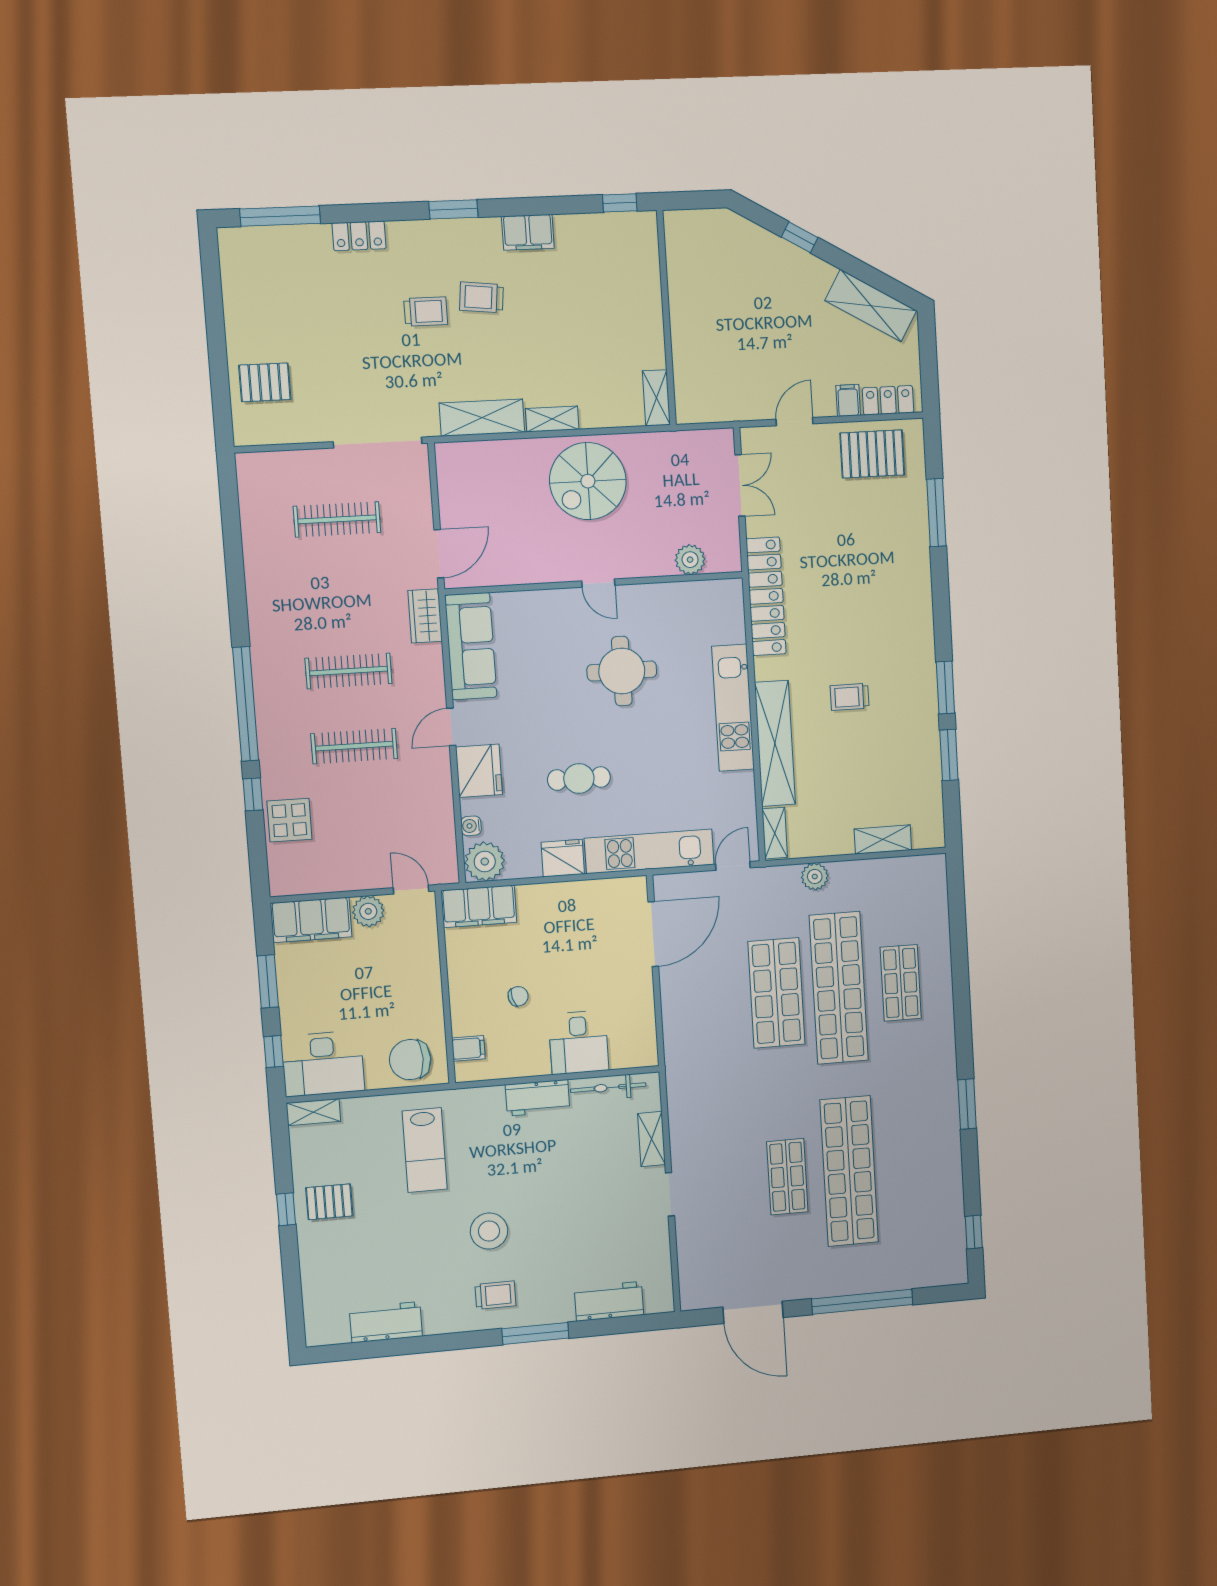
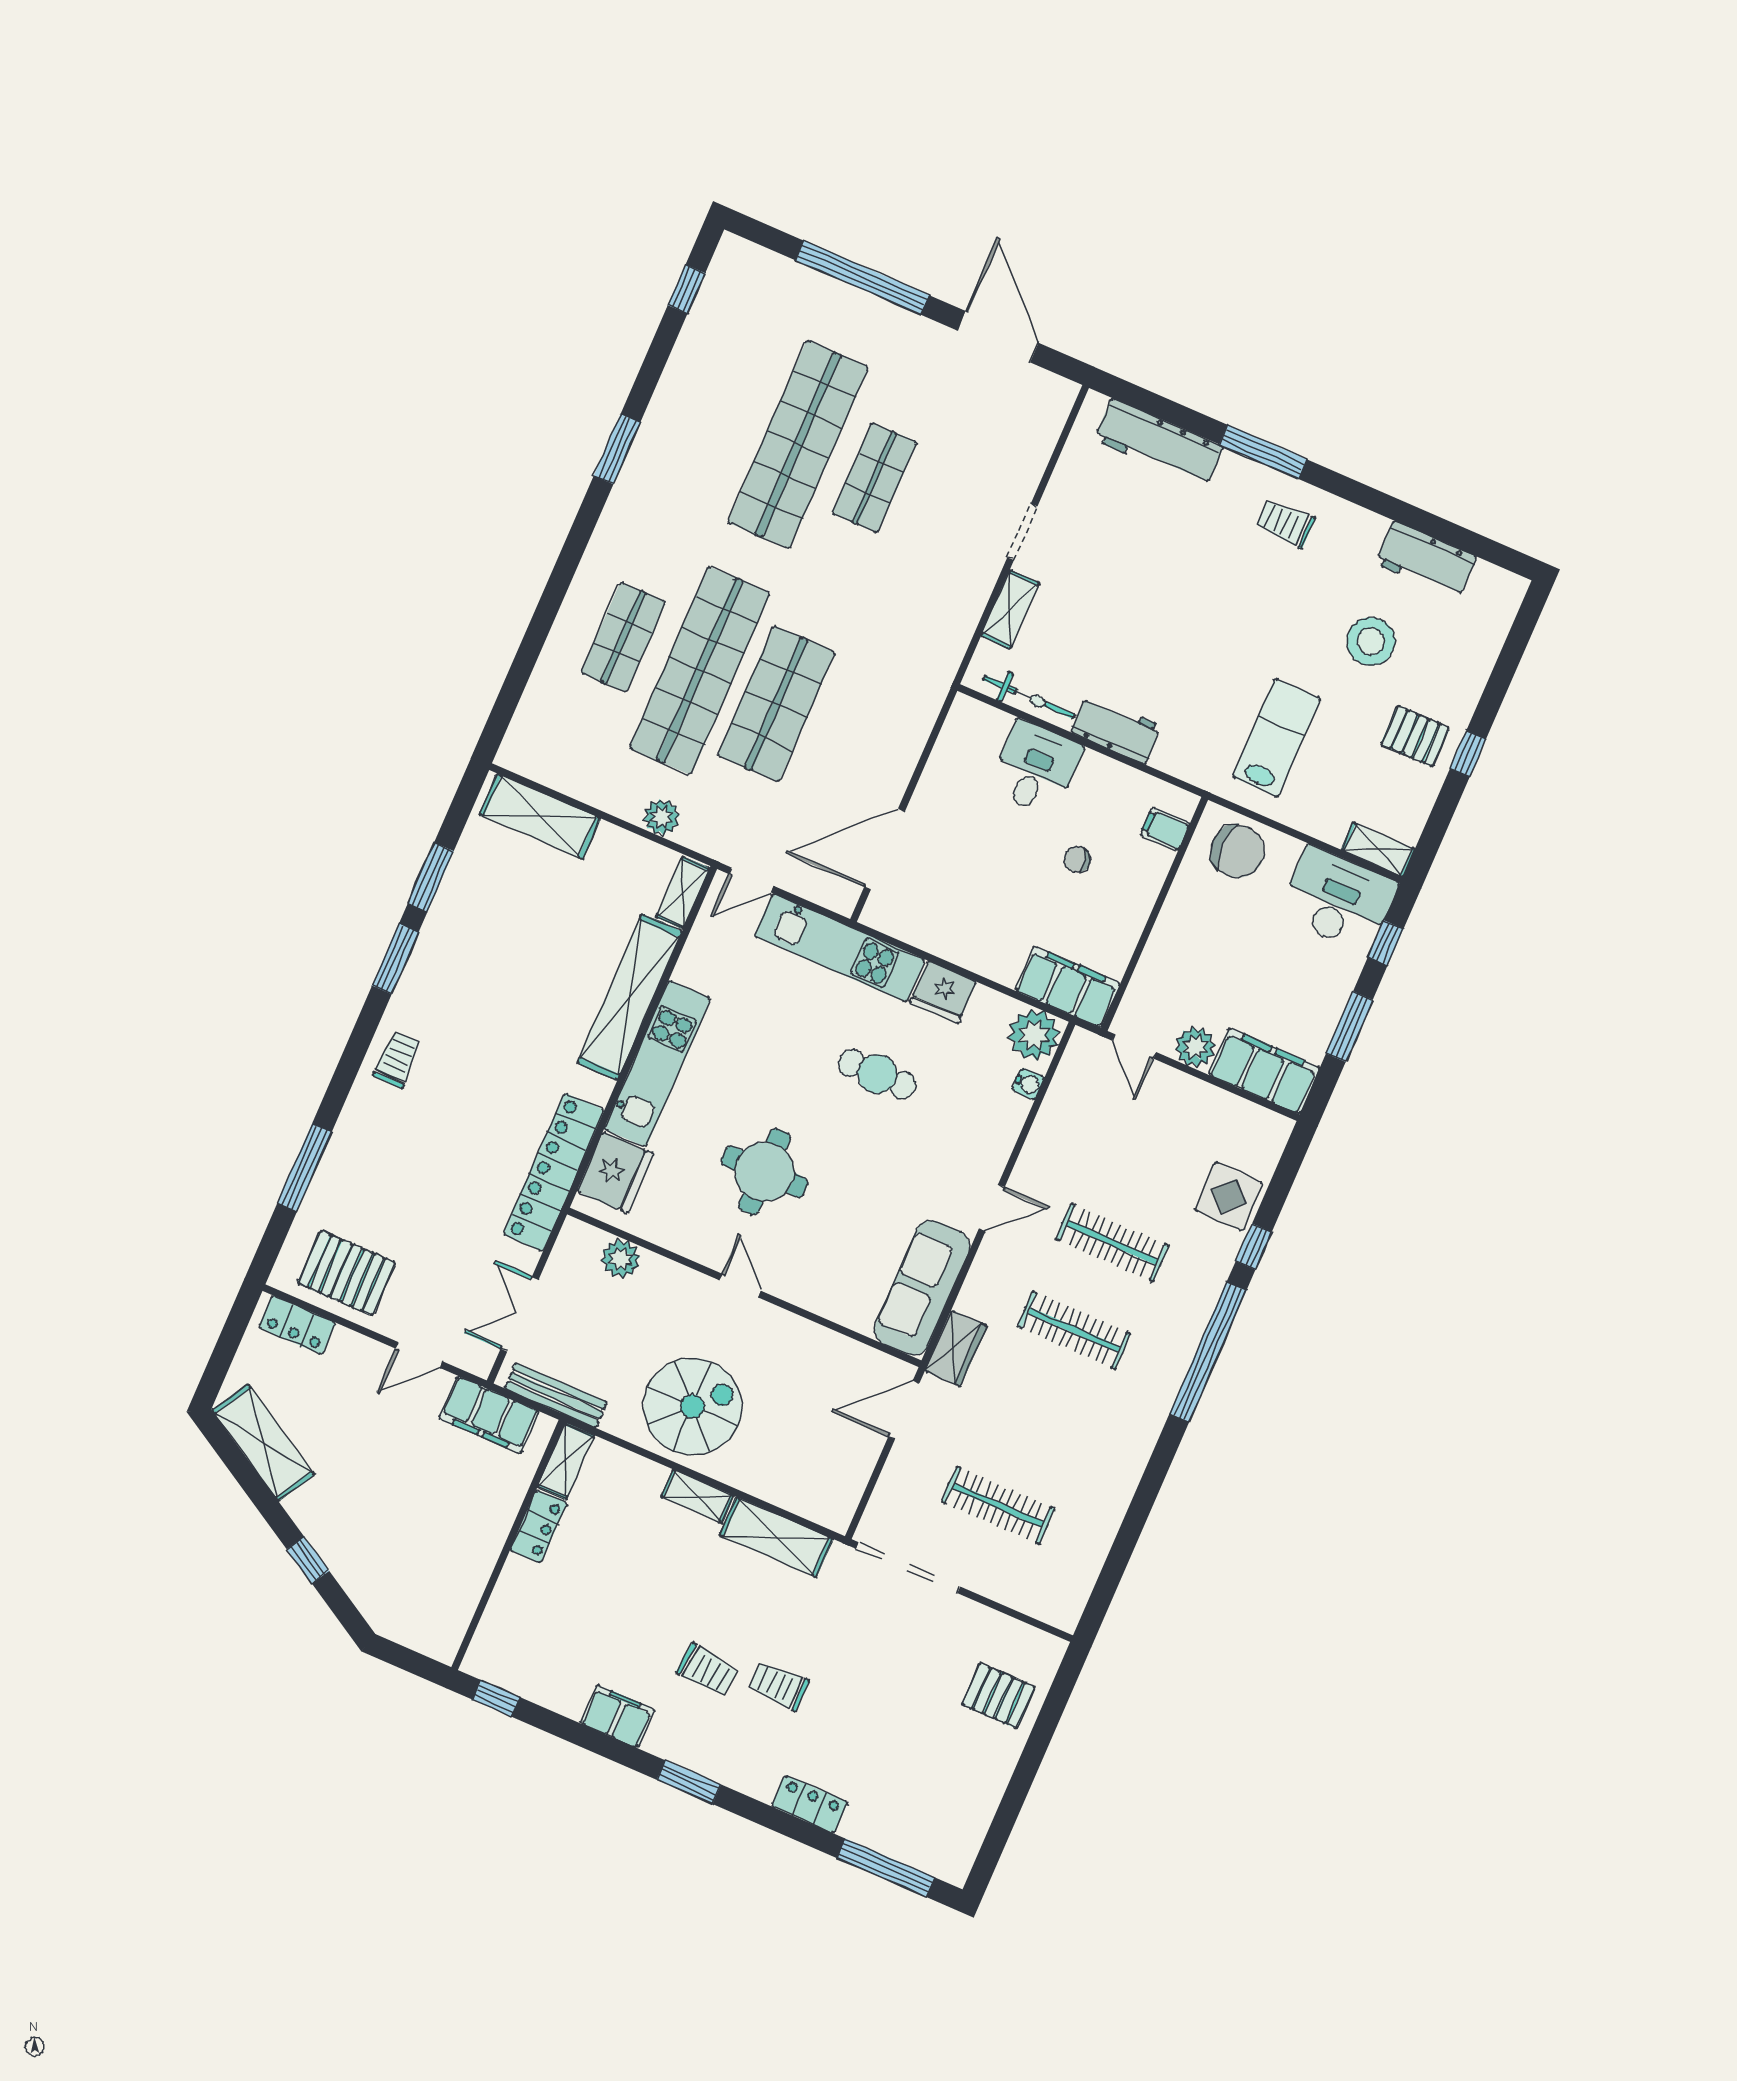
locker: (652, 342) -> (538, 1527), added
filing cabinet: (848, 400) -> (489, 1415), moved, width x3.00, depth x1.17
bench: (687, 441) -> (556, 1395), added
trolley: (850, 697) -> (397, 1059), moved, turned -90
fridge: (479, 771) -> (615, 1173), moved, turned 180
shelving: (883, 839) -> (540, 816), width x1.50, depth x1.33
stool: (489, 1231) -> (1371, 641), moved
workbench: (609, 1301) -> (1159, 443), width x1.38

